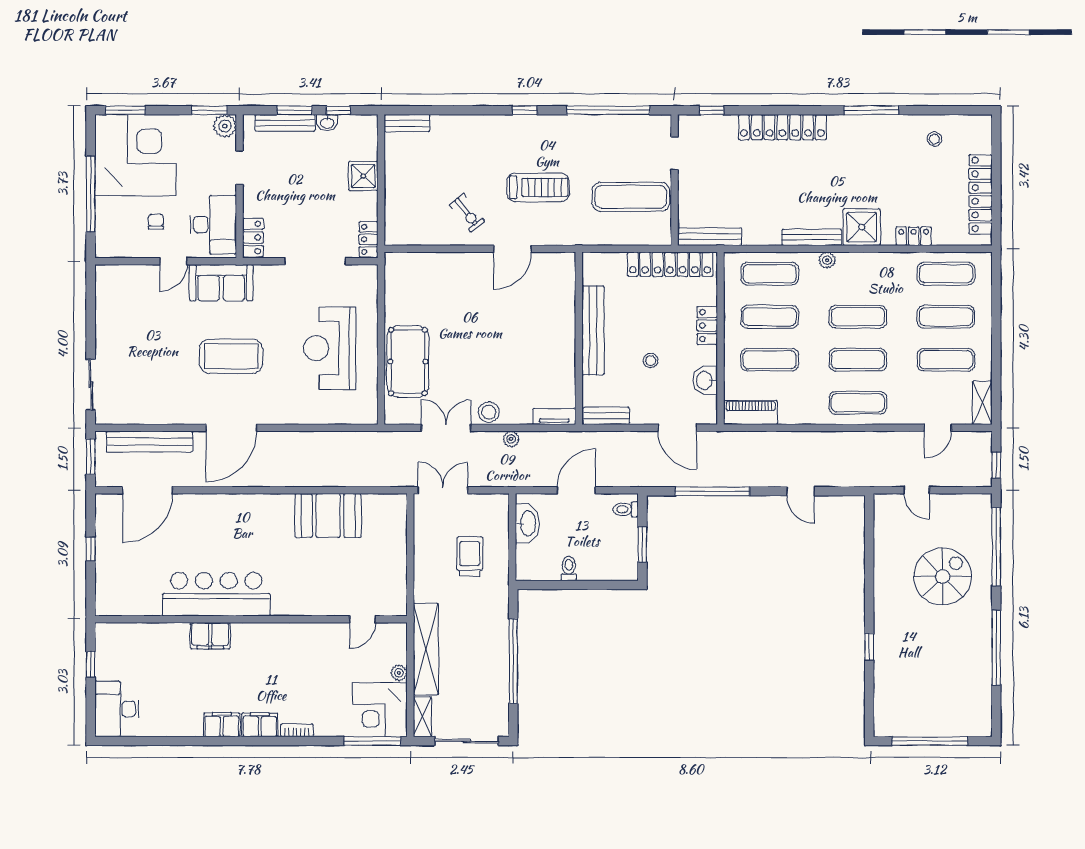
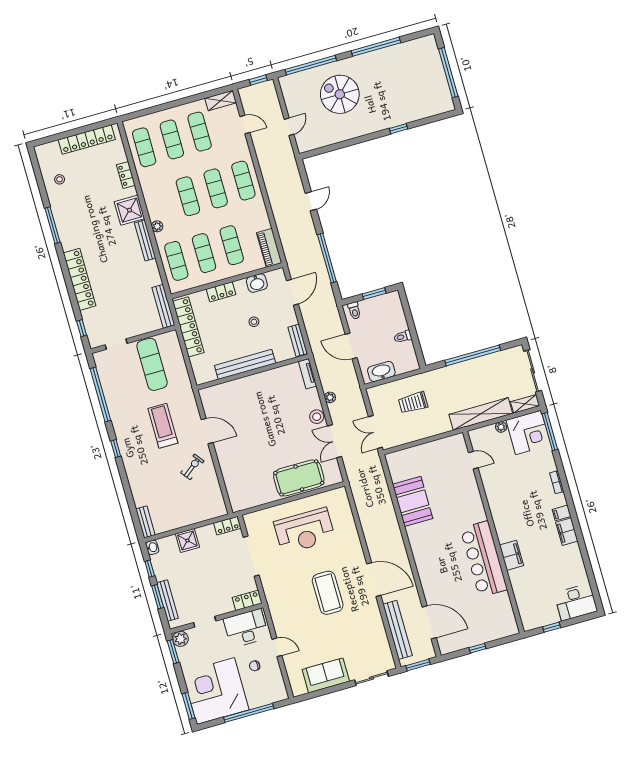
washbasin: (327, 123) -> (152, 547), moved
sofa: (221, 283) -> (326, 675), moved, turned -90
filing cabinet: (260, 725) -> (562, 513), width x0.50

